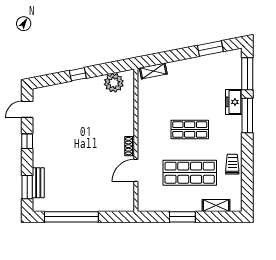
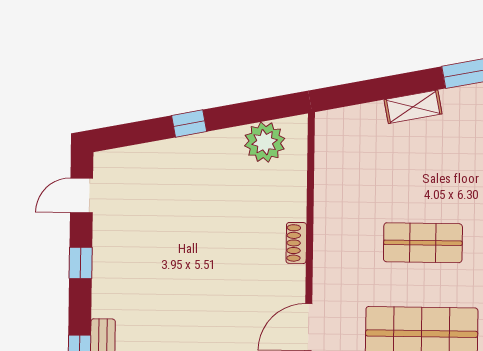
shelving: (153, 71) -> (413, 107), moved
shoe rack: (130, 146) -> (296, 243), moved

